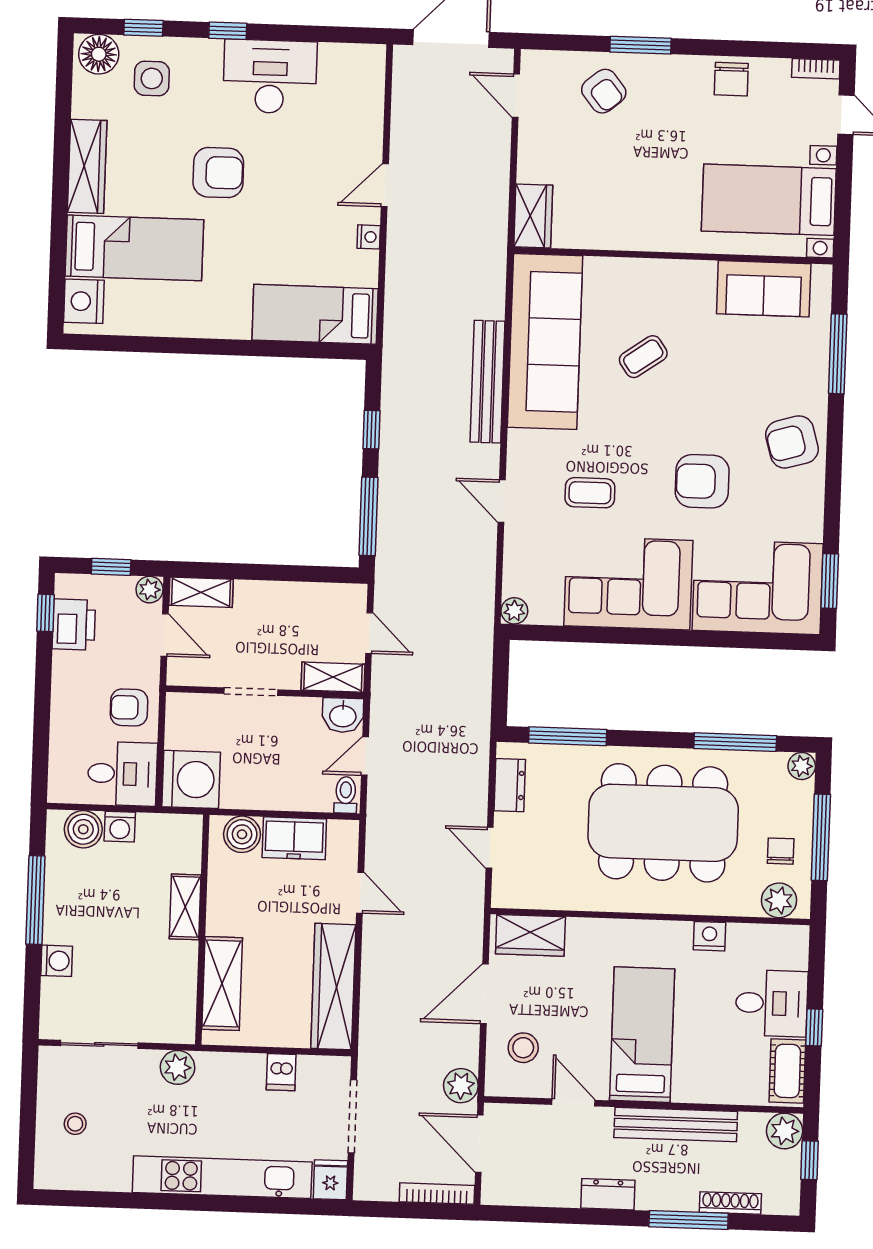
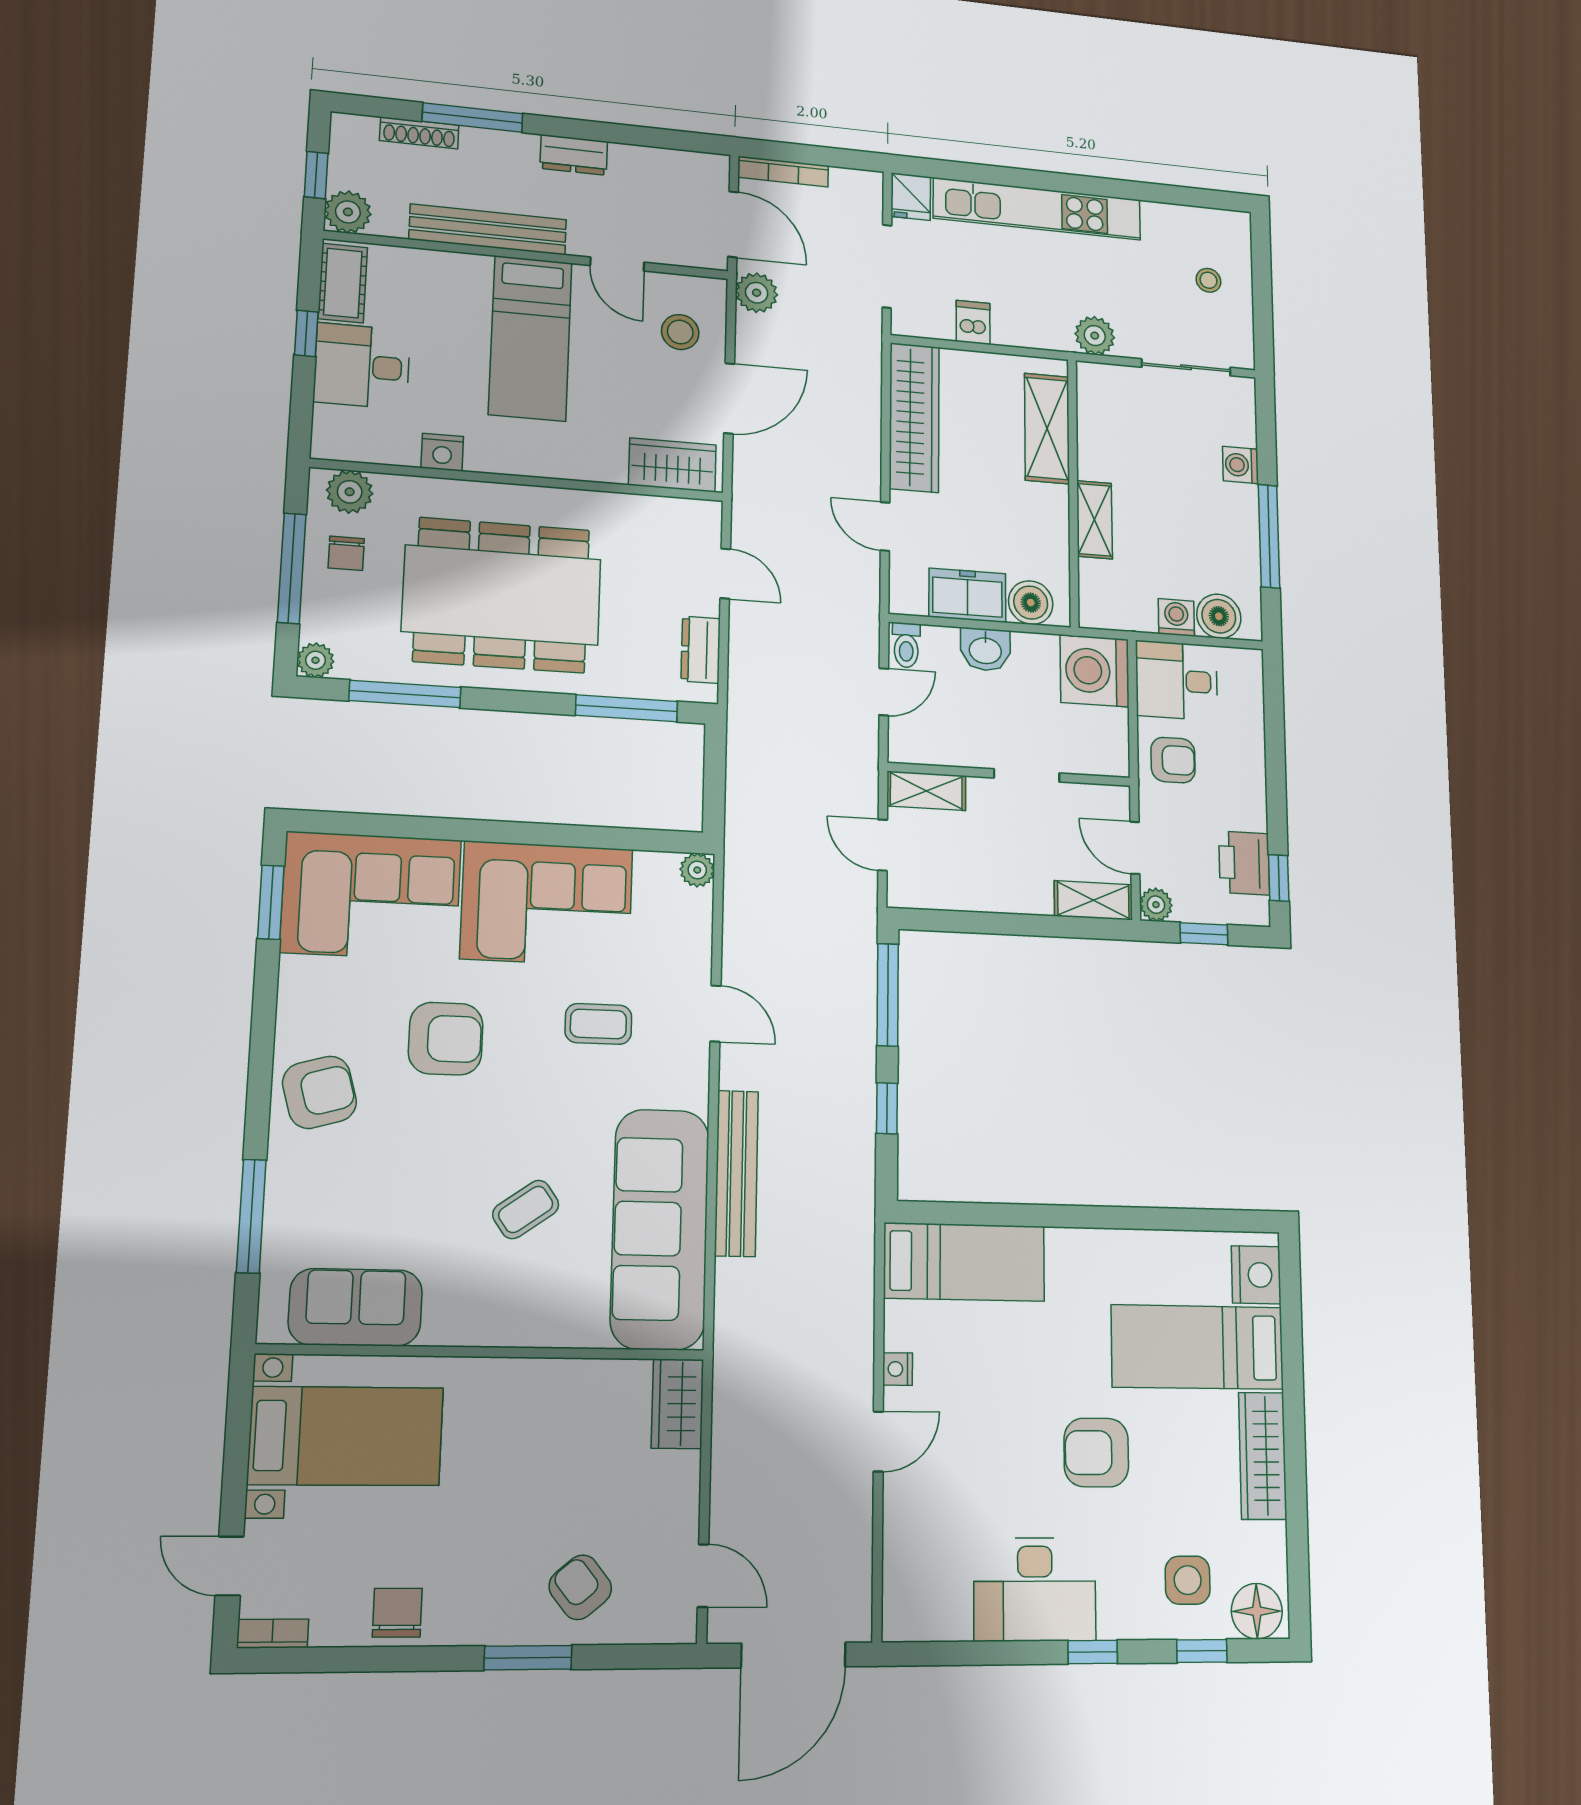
washbasin: (343, 715) -> (985, 650), moved, turned 180

